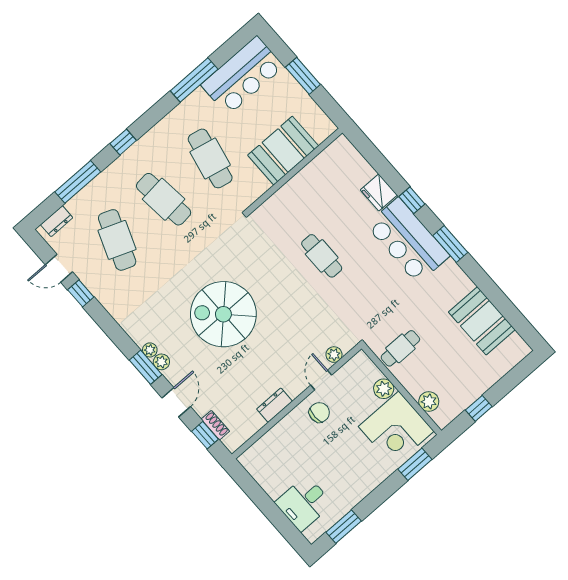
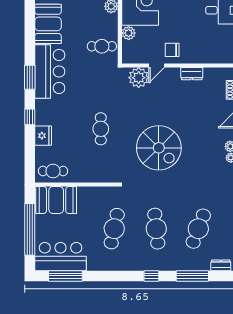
window: (303, 76) -> (30, 229), width x2.11
window: (194, 80) -> (65, 276), moved
booth: (283, 150) -> (56, 200), moved
cafe table: (334, 163) -> (53, 171), added
bar counter: (408, 241) -> (50, 71), moved
spiral stairs: (223, 314) -> (159, 148), moved
plant: (334, 355) -> (139, 78), width x1.87, depth x1.87

